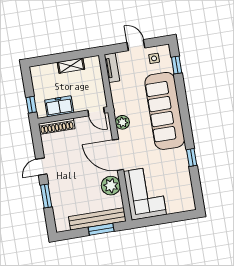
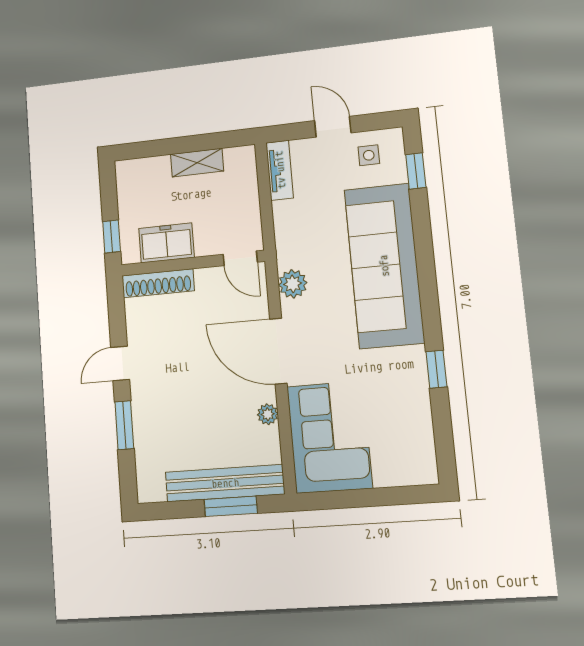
plant: (111, 186) -> (268, 414), width x0.53, depth x0.53

